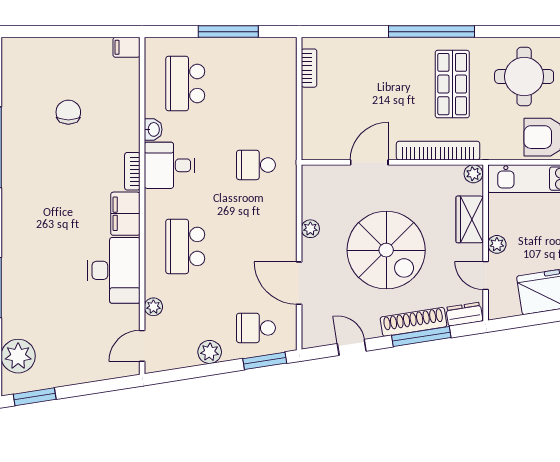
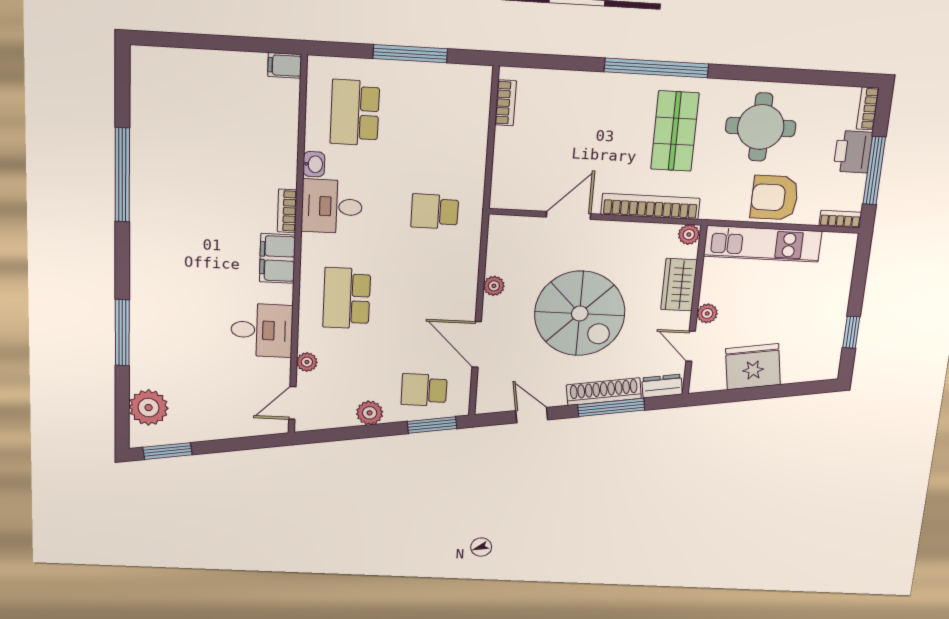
chair: (68, 112) -> (211, 139), removed
desk: (114, 270) -> (262, 330), width x0.73

